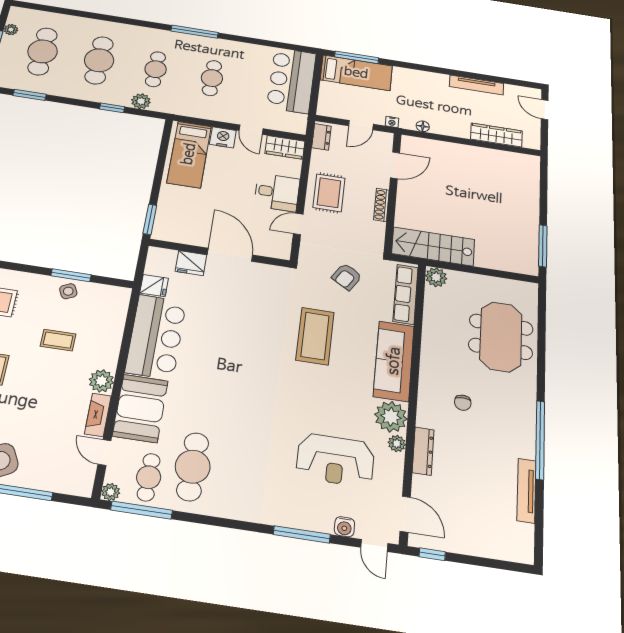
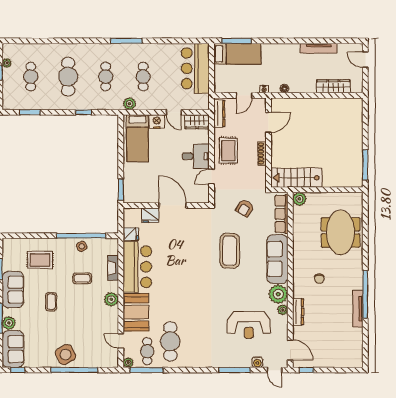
cafe table: (43, 51) -> (31, 77), width x0.73, depth x0.74
plant: (141, 101) -> (130, 104), moved
dresser: (321, 137) -> (219, 114), width x1.44
window: (71, 275) -> (81, 236), width x2.11
fireplace: (98, 415) -> (113, 268), moved
tv unit: (526, 491) -> (358, 309), moved

